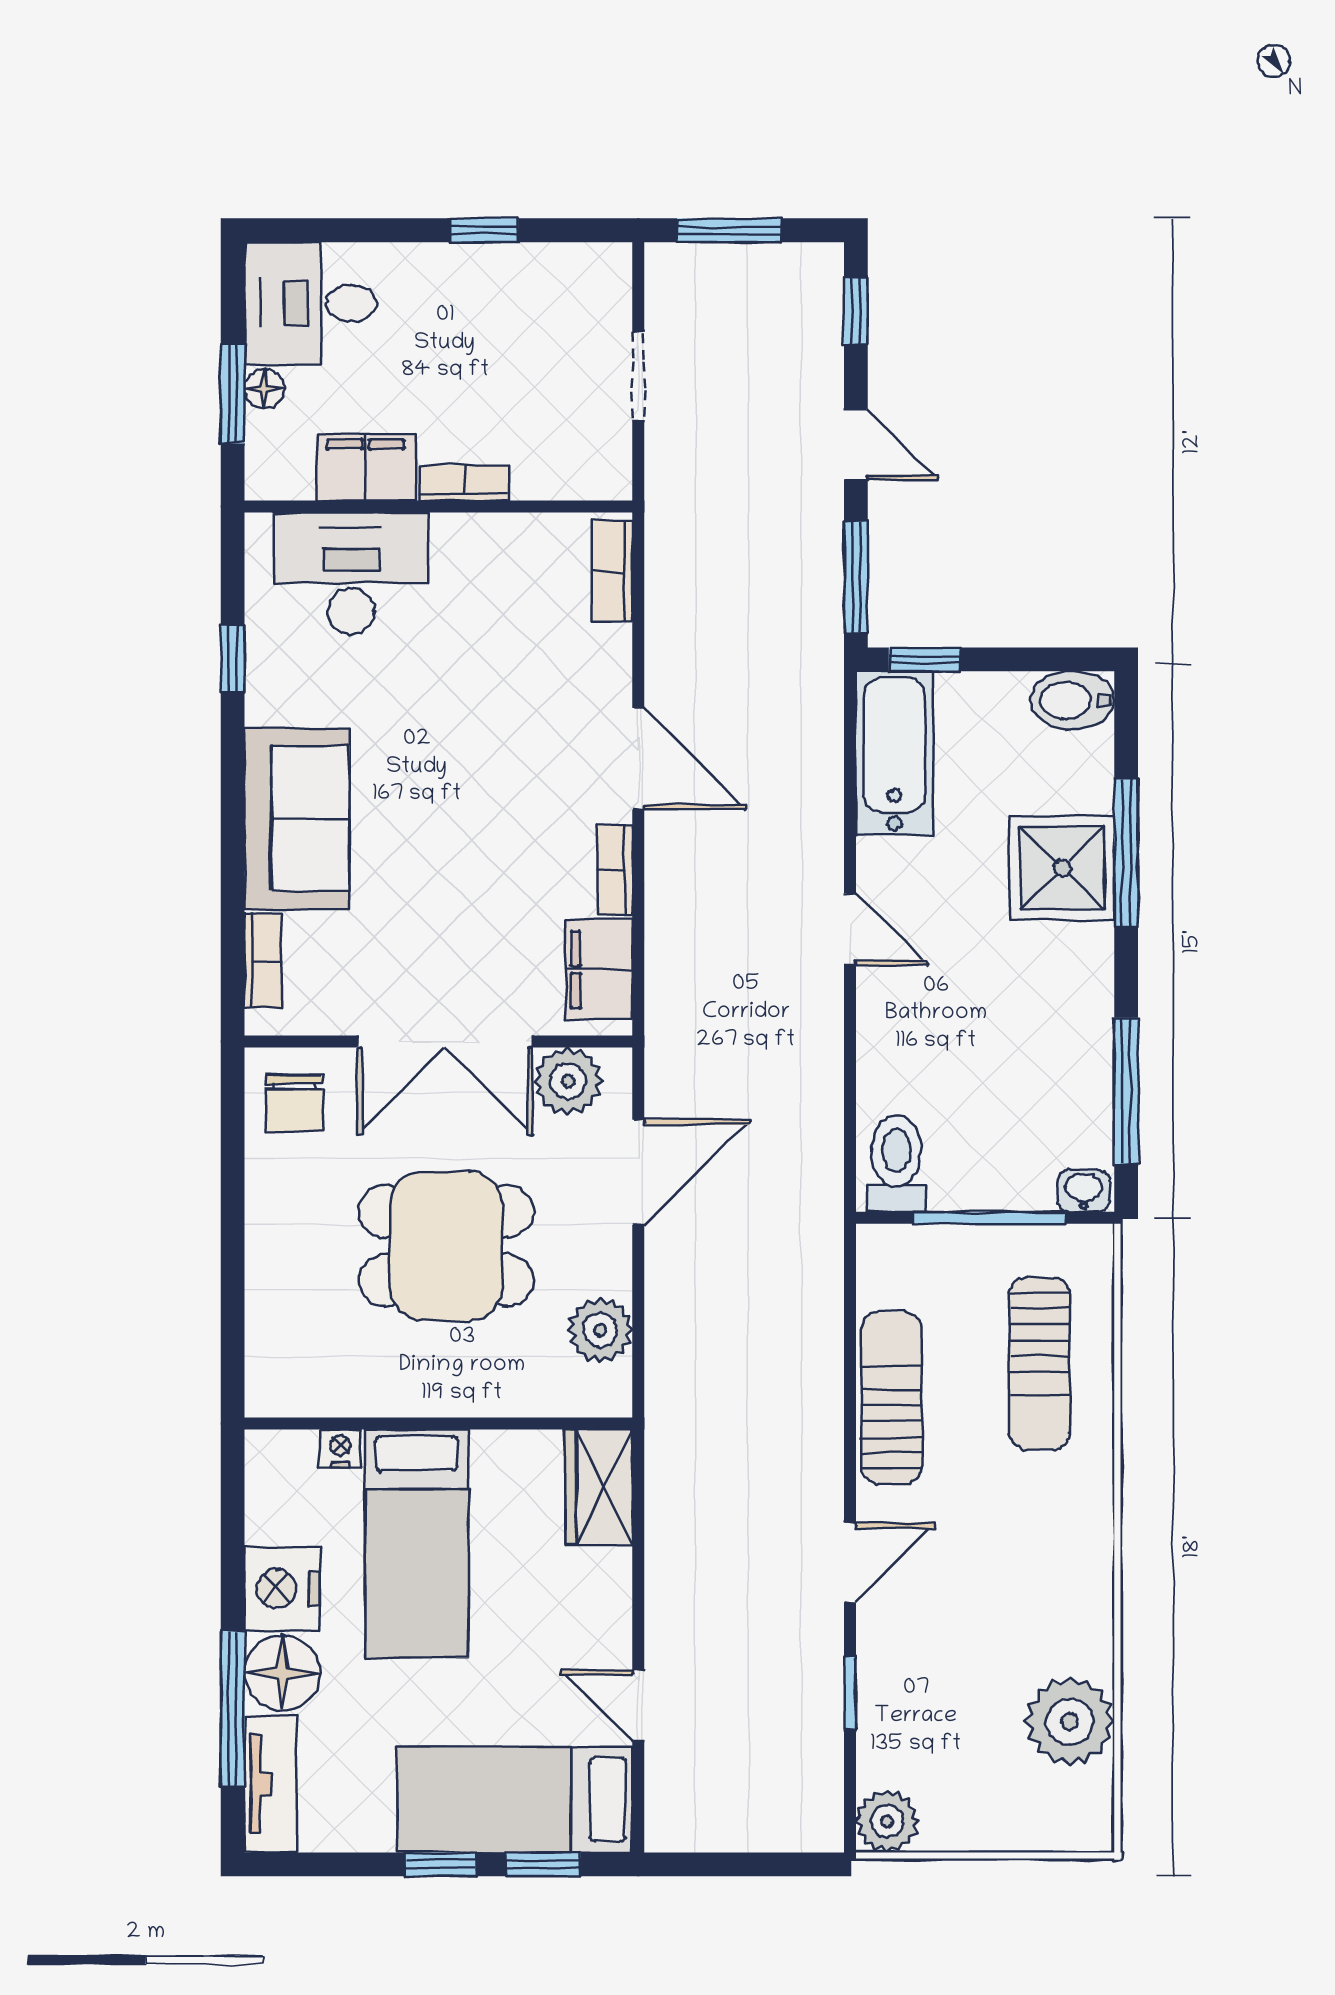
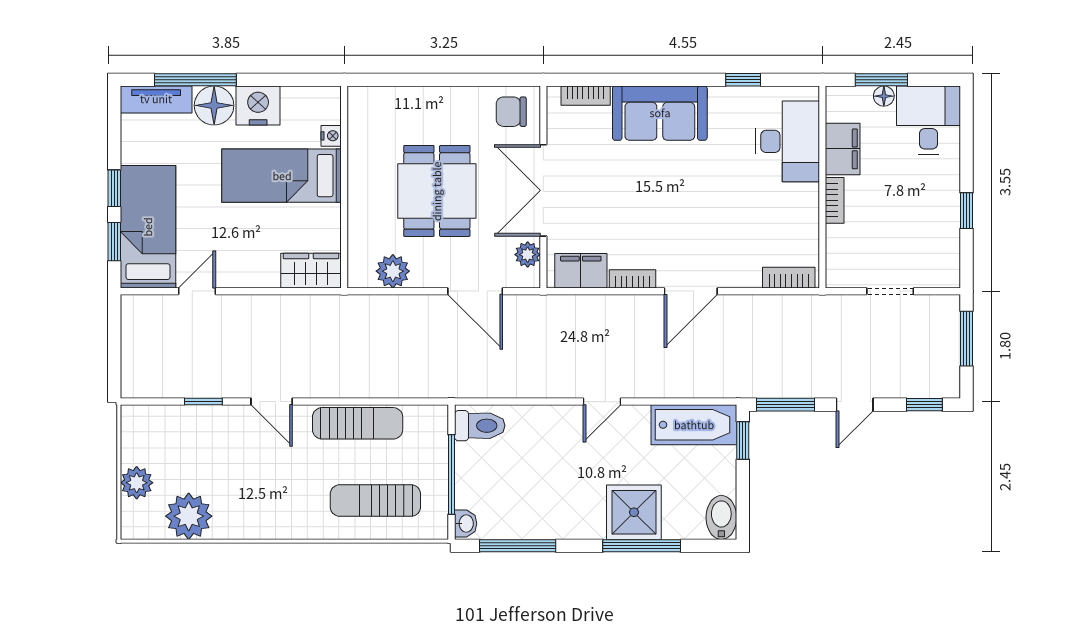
plant: (568, 1081) -> (528, 255), width x0.73, depth x0.73
plant: (887, 1821) -> (137, 483), moved

